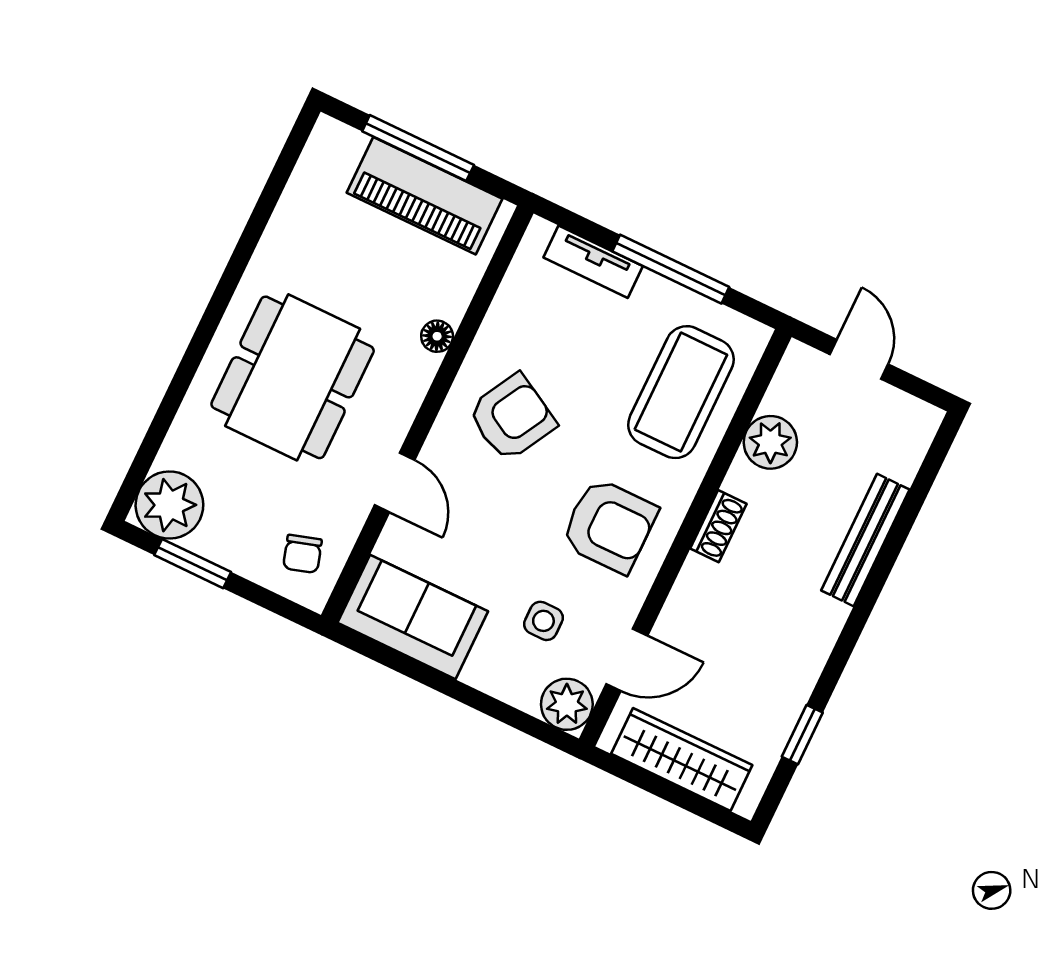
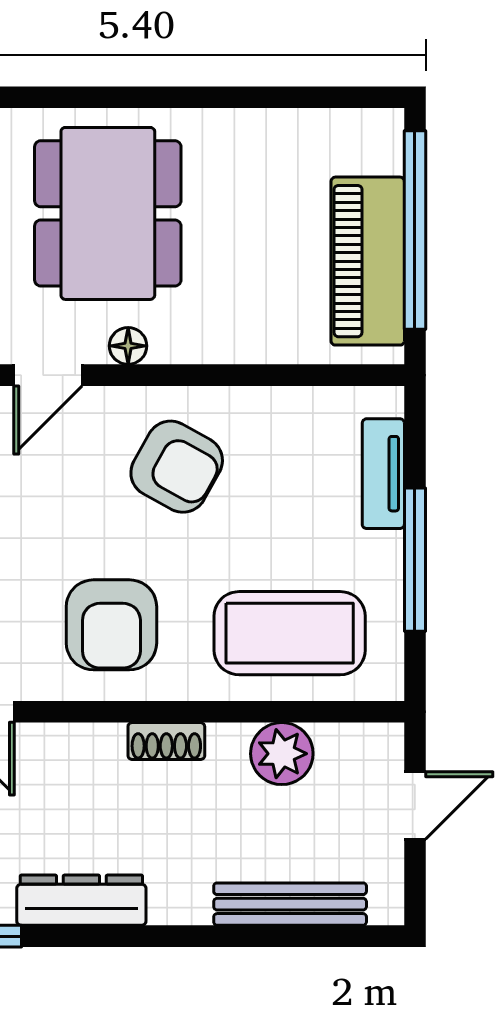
window: (418, 148) -> (415, 230), width x1.46
floor lamp: (437, 336) -> (128, 346), moved
dining table: (293, 377) -> (108, 213), turned 90
bench: (865, 540) -> (290, 904), moved
dresser: (809, 650) -> (81, 900), added

